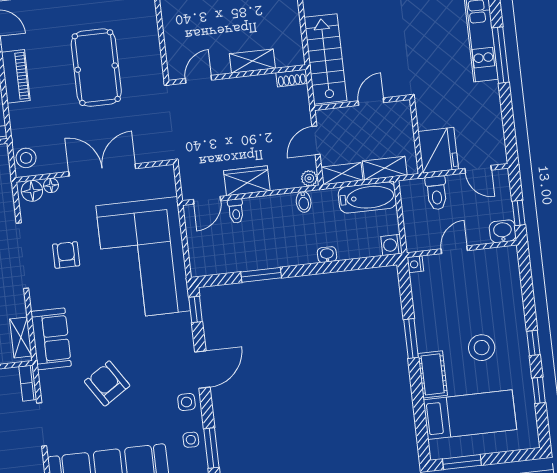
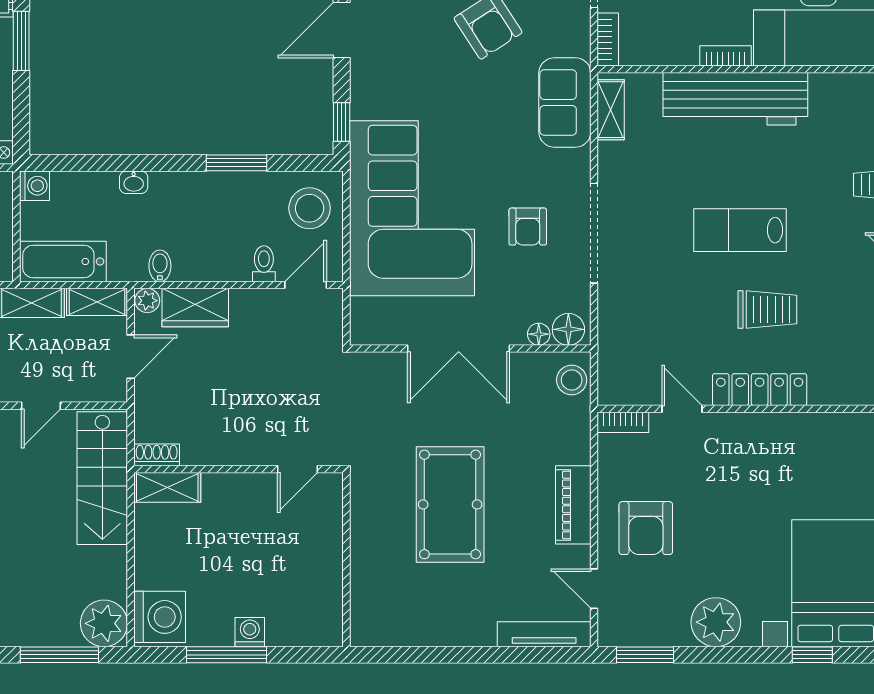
shelving: (252, 61) -> (167, 487), moved
wardrobe: (247, 181) -> (195, 308), moved
stool: (210, 251) -> (310, 208), added

